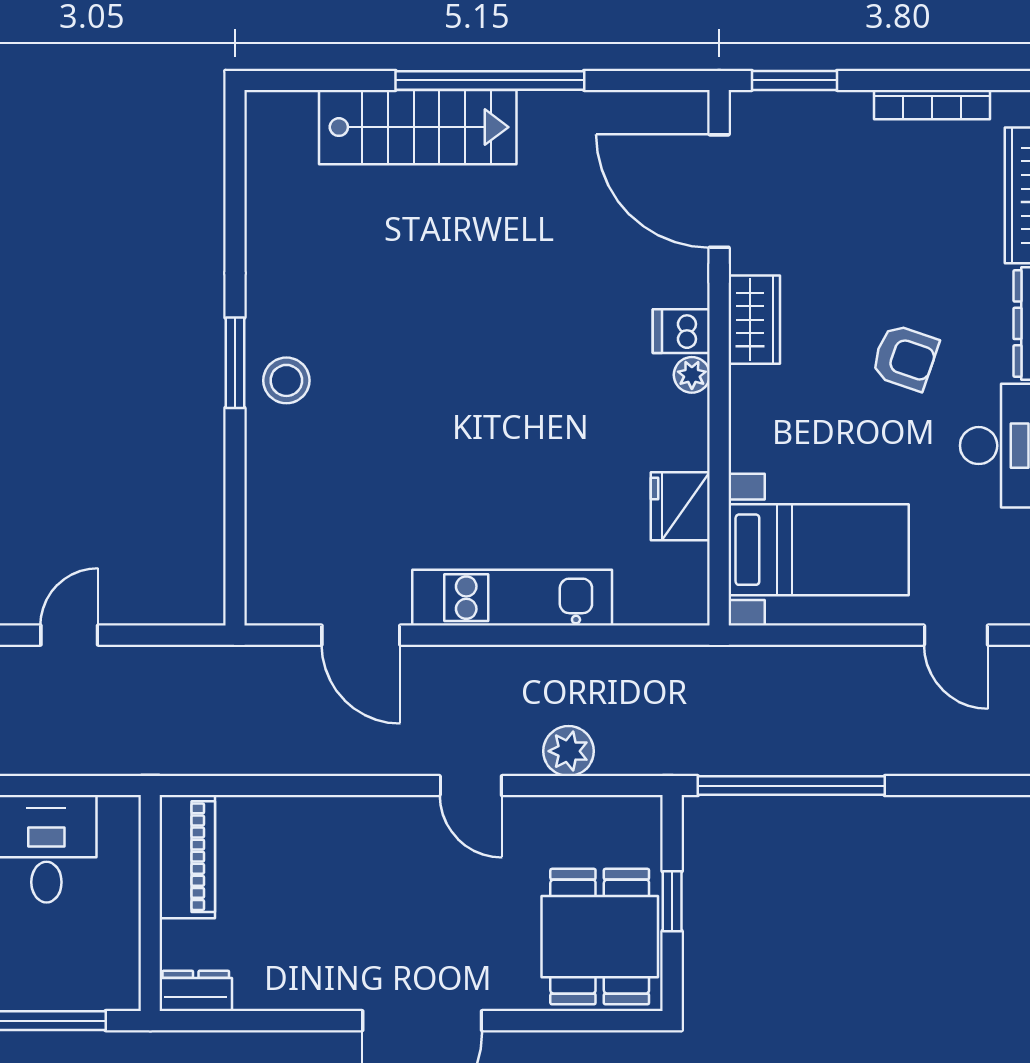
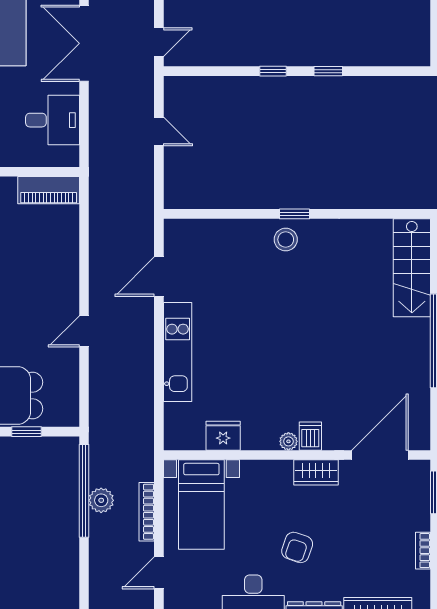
bookcase: (932, 105) -> (423, 551), width x0.64
stairs: (418, 127) -> (412, 268), moved
window: (235, 363) -> (294, 214), width x0.67
bookcase: (833, 660) -> (147, 512), added
plant: (569, 751) -> (101, 500), moved

